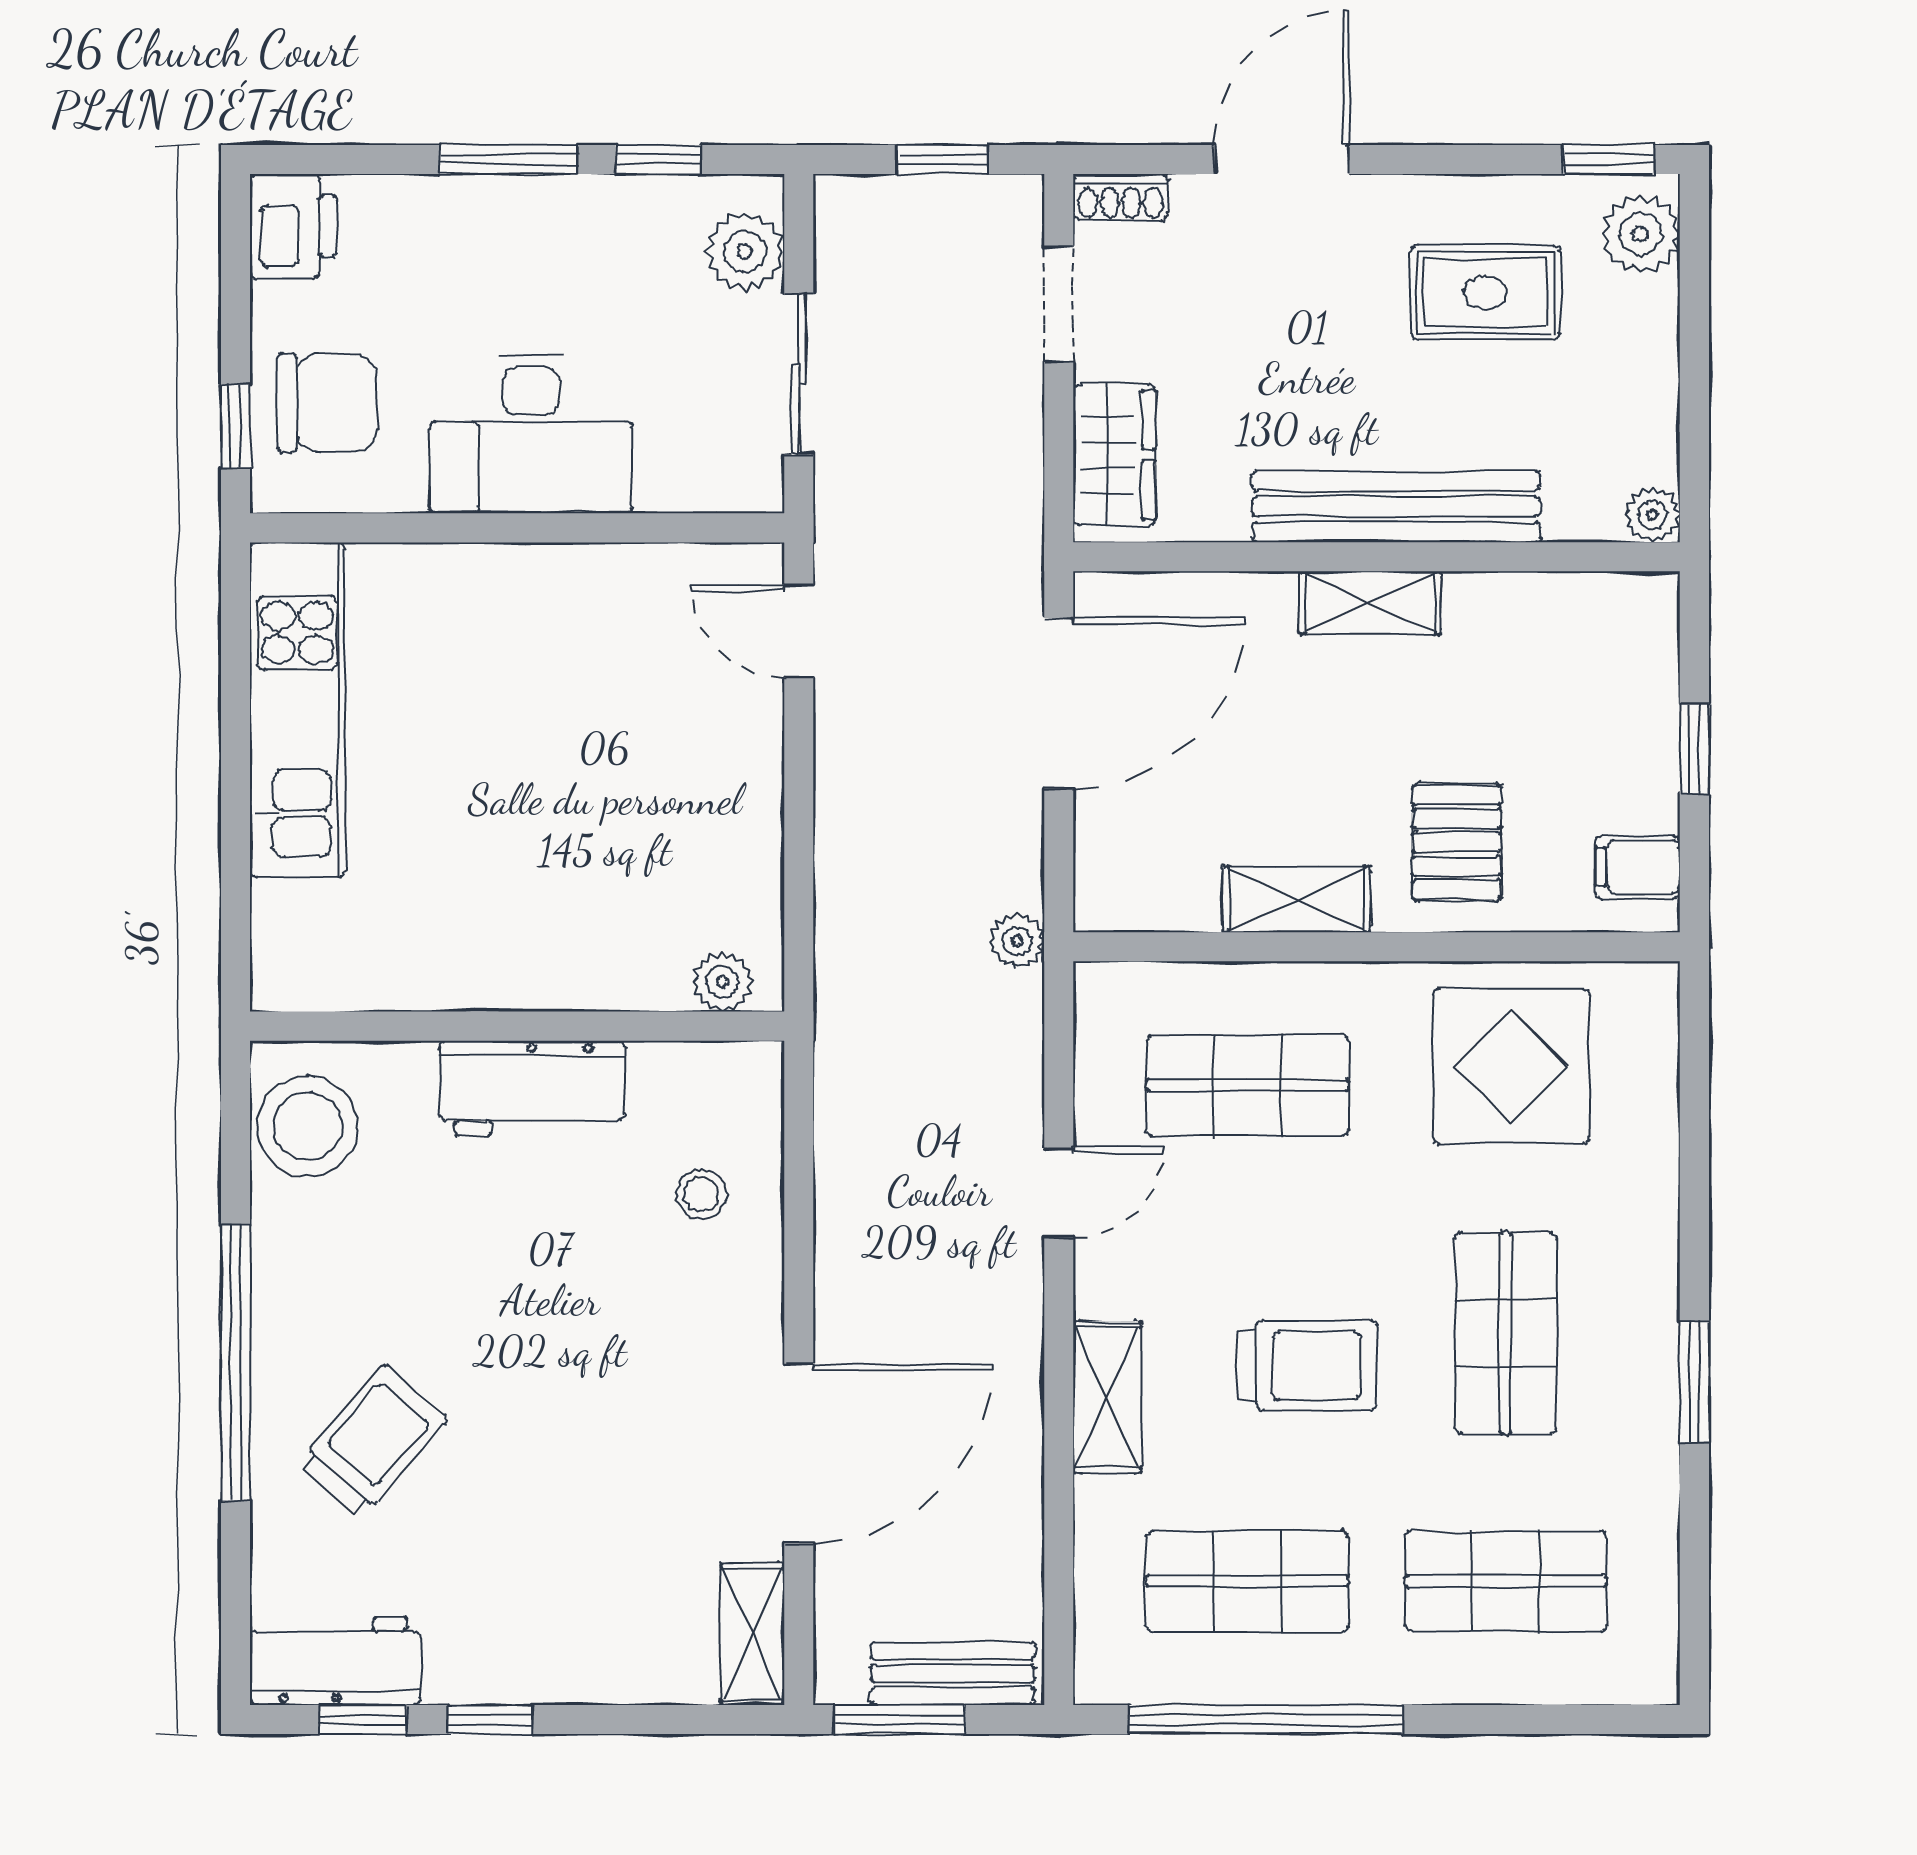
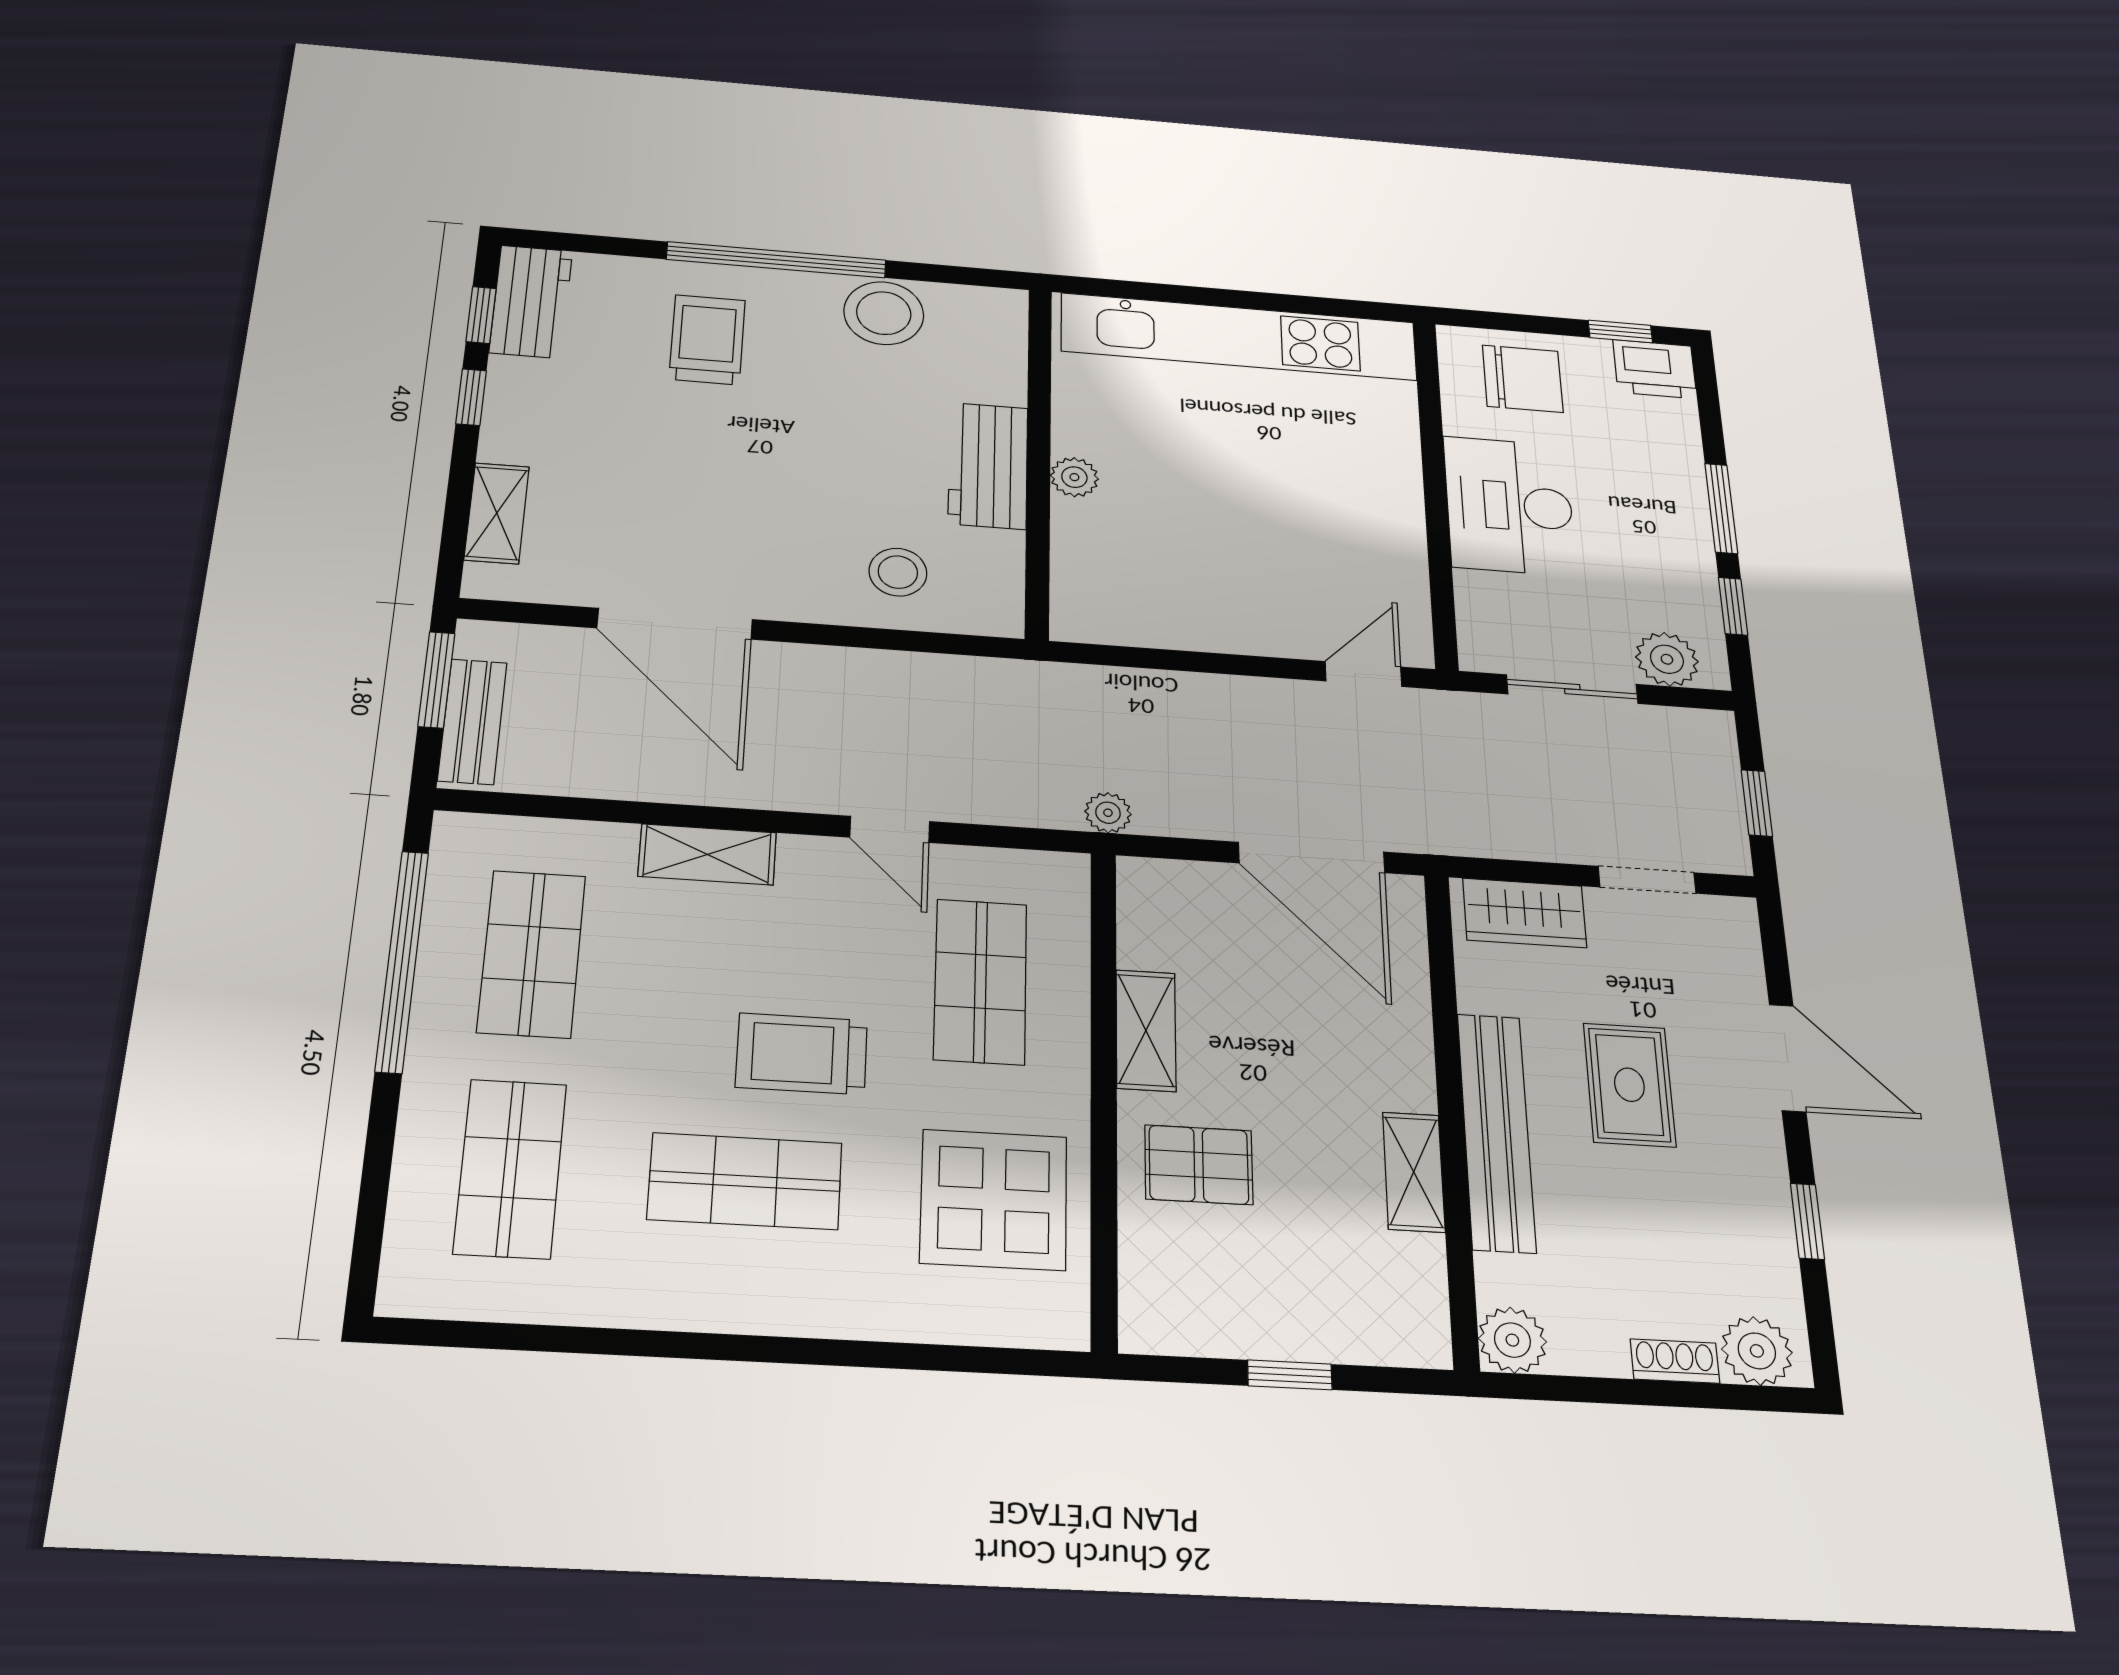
window: (1609, 160) -> (1807, 1221), moved
shoe rack: (1121, 197) -> (1675, 1361), moved, turned 90
rug: (1485, 293) -> (1629, 1085), moved
chair: (327, 403) -> (1523, 379), turned -90
window: (235, 427) -> (1620, 332), moved
plant: (1653, 515) -> (1512, 1340), width x1.38, depth x1.38
shelving: (1370, 603) -> (1414, 1172), moved
kitchen unit: (297, 710) -> (1239, 337), width x1.36
filing cabinet: (1638, 867) -> (1179, 1319), removed
plant: (722, 982) -> (1074, 477), moved
stool: (307, 1126) -> (884, 313), moved
stool: (701, 1194) -> (898, 572), width x1.37, depth x1.37
trolley: (1307, 1365) -> (802, 1054), moved, turned 90
window: (1694, 1382) -> (688, 1345), removed
trolley: (372, 1441) -> (707, 340), turned -131
shelving: (752, 1634) -> (497, 513), moved, turned 90

